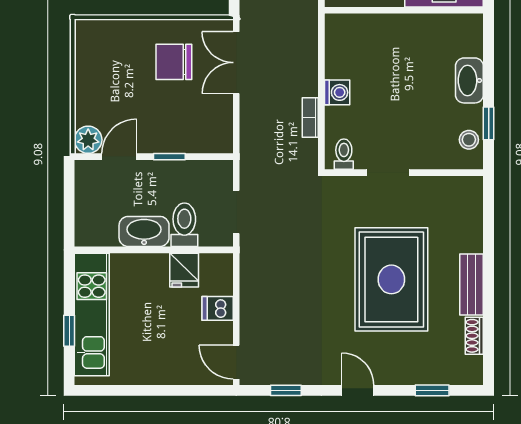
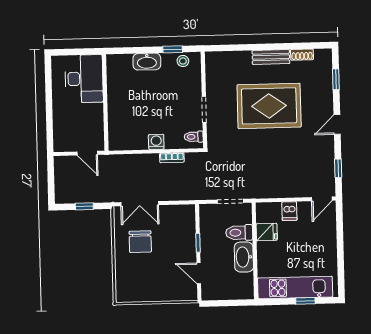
plant: (88, 140) -> (189, 292), removed

